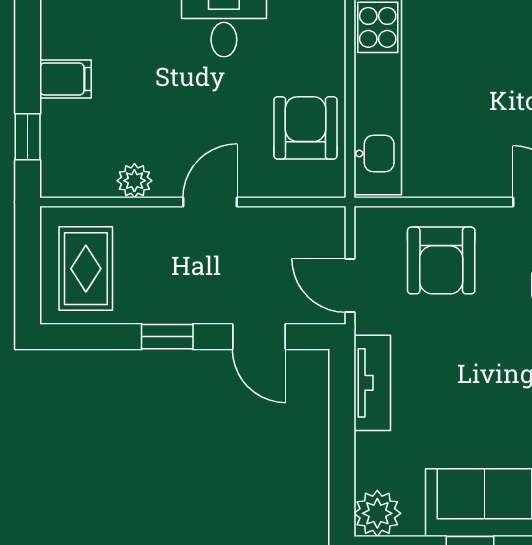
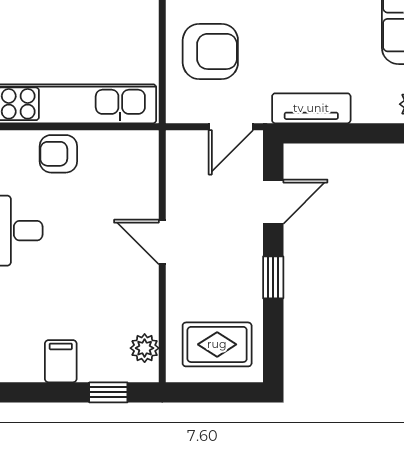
armchair: (305, 128) -> (58, 154), moved, width x0.72, depth x0.72
plant: (134, 181) -> (145, 348), moved

